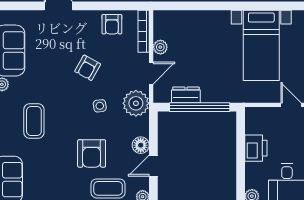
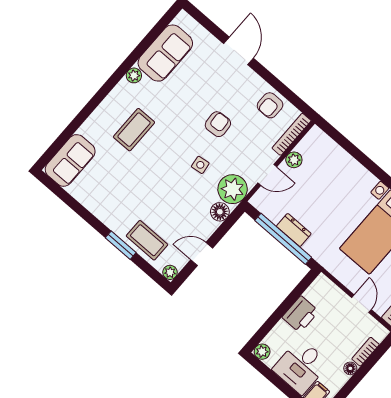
armchair: (88, 68) -> (218, 124), turned 147
dresser: (186, 95) -> (294, 230), moved
floor lamp: (141, 145) -> (220, 212), moved
armchair: (92, 153) -> (159, 199), removed

